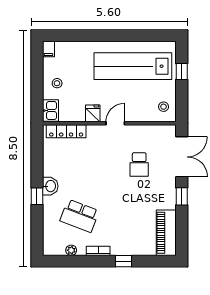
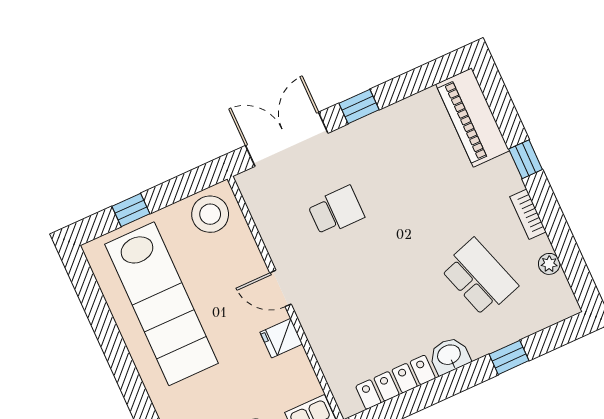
stool: (164, 107) -> (210, 214), width x1.89, depth x1.89
locker: (66, 131) -> (396, 382), moved, turned -90
window: (37, 196) -> (509, 357), moved
school desk: (80, 216) -> (479, 277), turned -39
piano: (166, 233) -> (473, 117), moved, turned 90

